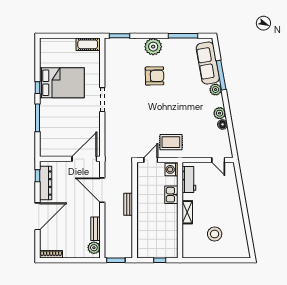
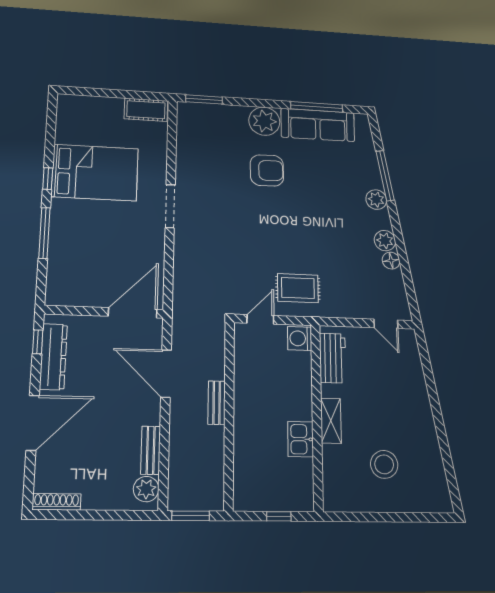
sofa: (208, 63) -> (318, 125), moved, turned -80
kitchen sink: (171, 195) -> (301, 439), moved

